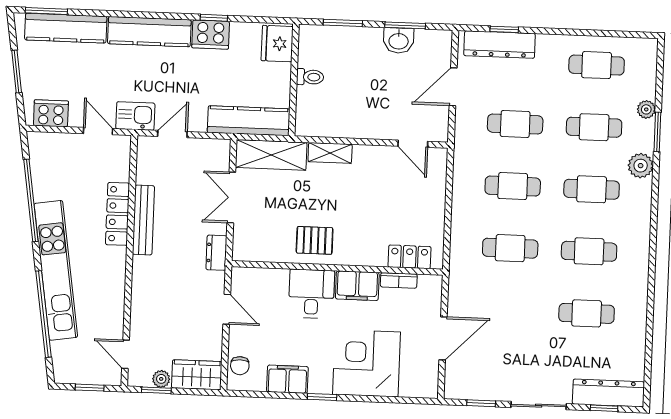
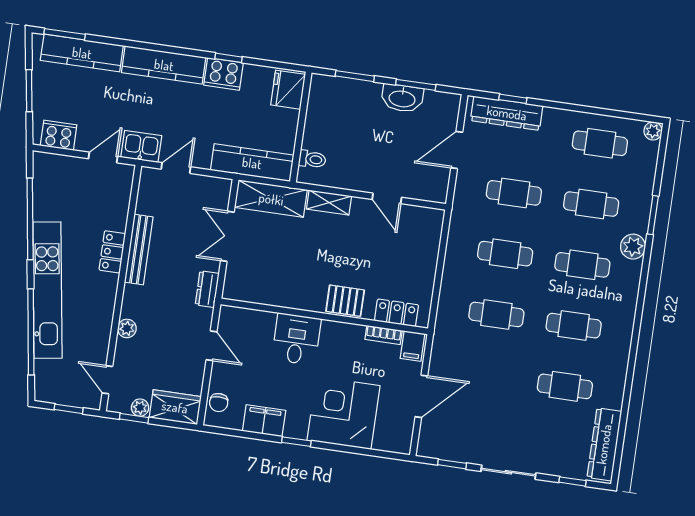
washbasin: (399, 41) -> (402, 98), width x1.38
toilet: (310, 77) -> (312, 159), moved
plant: (646, 109) -> (653, 131), moved
door: (98, 131) -> (103, 157), hinge flipped
door: (413, 144) -> (387, 198), moved
locker: (118, 214) -> (112, 252), width x0.66
pallet: (315, 240) -> (345, 301), moved
filing cabinet: (357, 286) -> (412, 346), moved, width x0.50
plant: (140, 301) -> (127, 328), added
dresser: (608, 393) -> (604, 444), moved, turned -90

